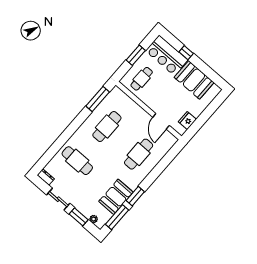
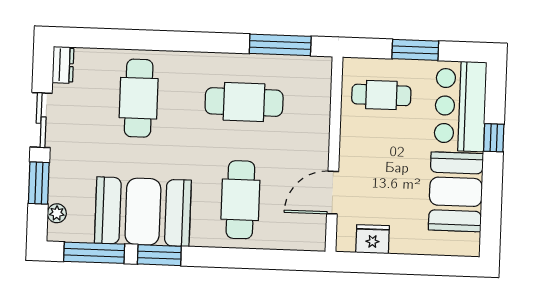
cafe table: (139, 154) -> (240, 200), turned 90
booth: (116, 197) -> (143, 212), width x1.36, depth x1.42

